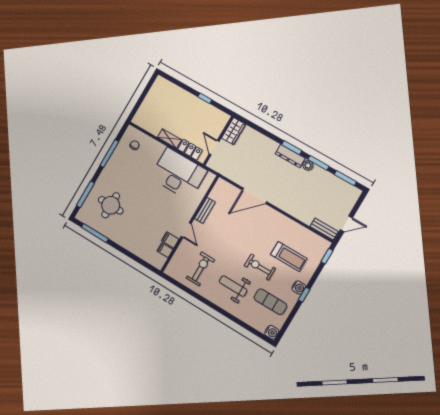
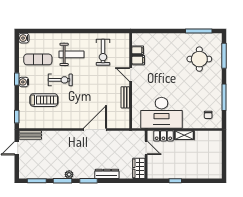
dresser: (290, 156) -> (107, 174), moved
treadmill: (289, 257) -> (44, 100), turned 180

